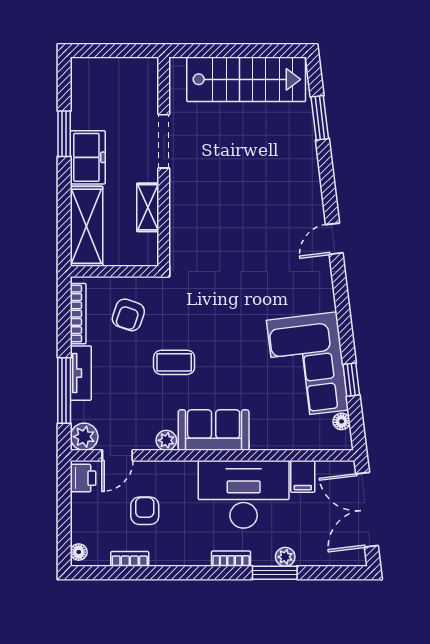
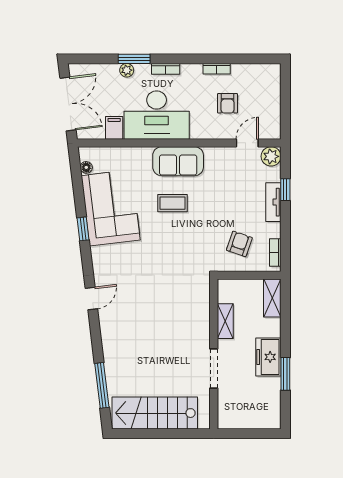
window: (320, 118) -> (102, 385), width x1.44
shelving: (86, 226) -> (272, 298), width x0.67, depth x0.75
bookcase: (78, 314) -> (275, 253), width x0.64
coffee table: (174, 362) -> (173, 203), moved
window: (351, 380) -> (83, 229), moved
window: (64, 391) -> (285, 190), width x0.46
plant: (166, 440) -> (212, 154), removed
printer: (83, 478) -> (272, 127), removed
floor lamp: (79, 552) -> (275, 74), removed
bookcase: (130, 559) -> (217, 69), moved

